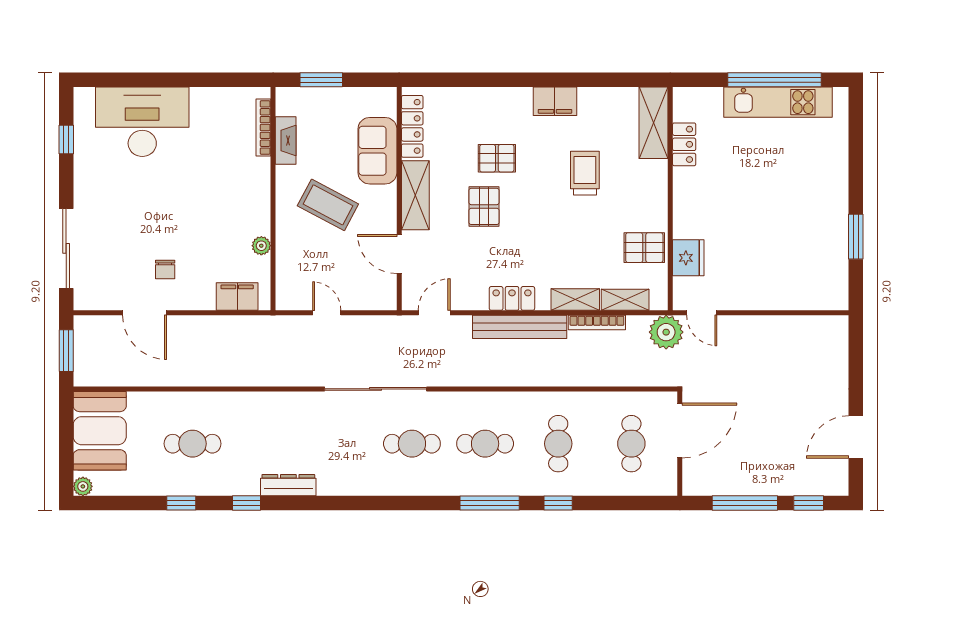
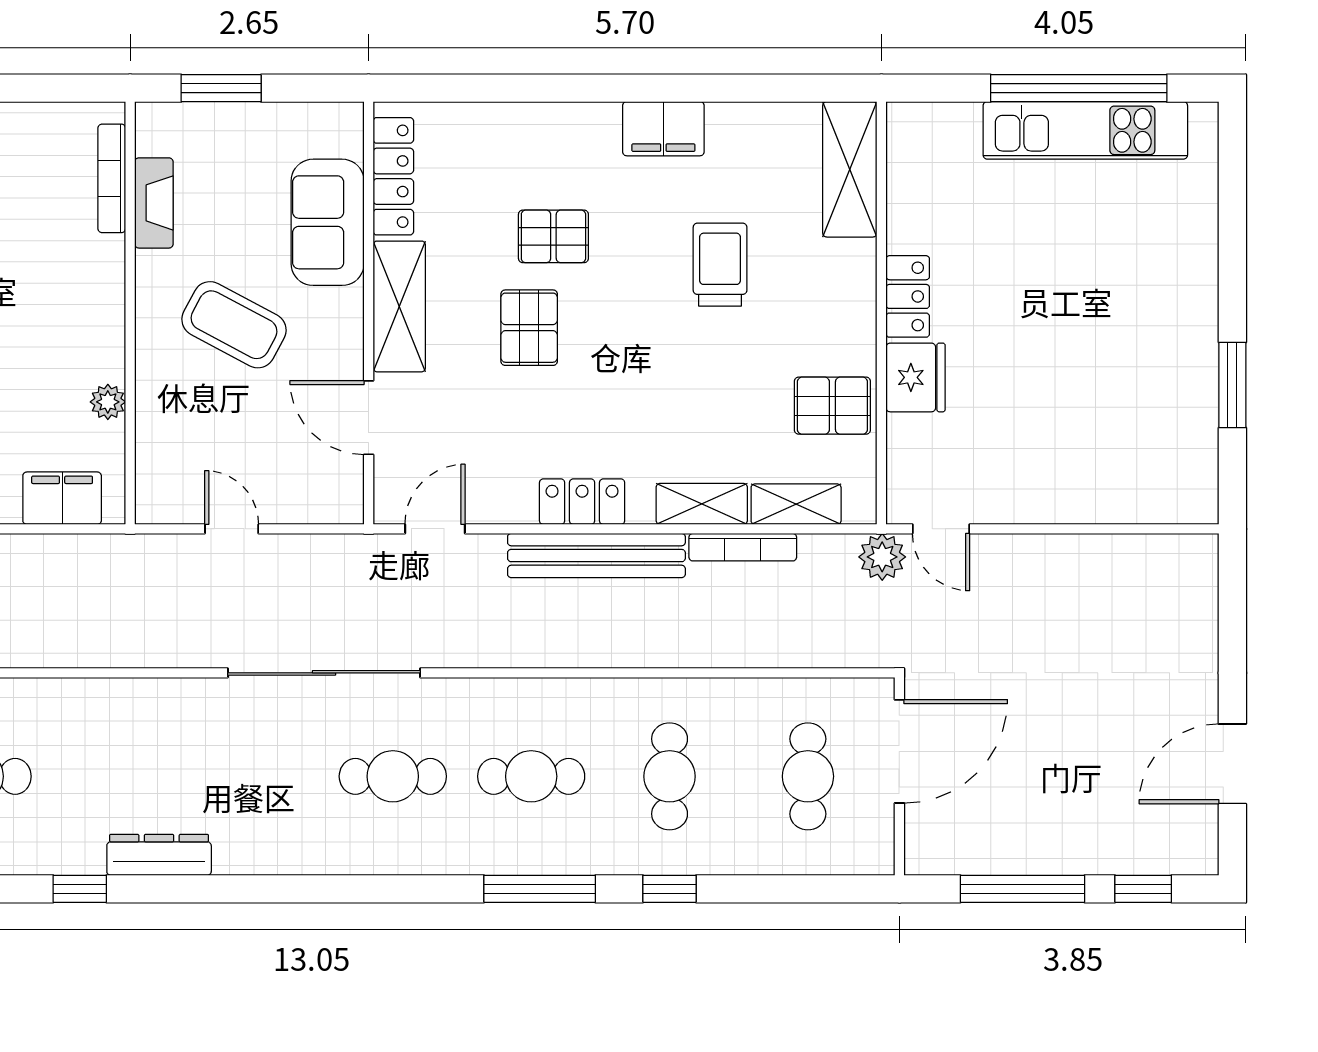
locker: (684, 144) -> (908, 296), moved
fridge: (688, 258) -> (916, 377), moved
plant: (666, 332) -> (882, 557), width x0.73, depth x0.73

